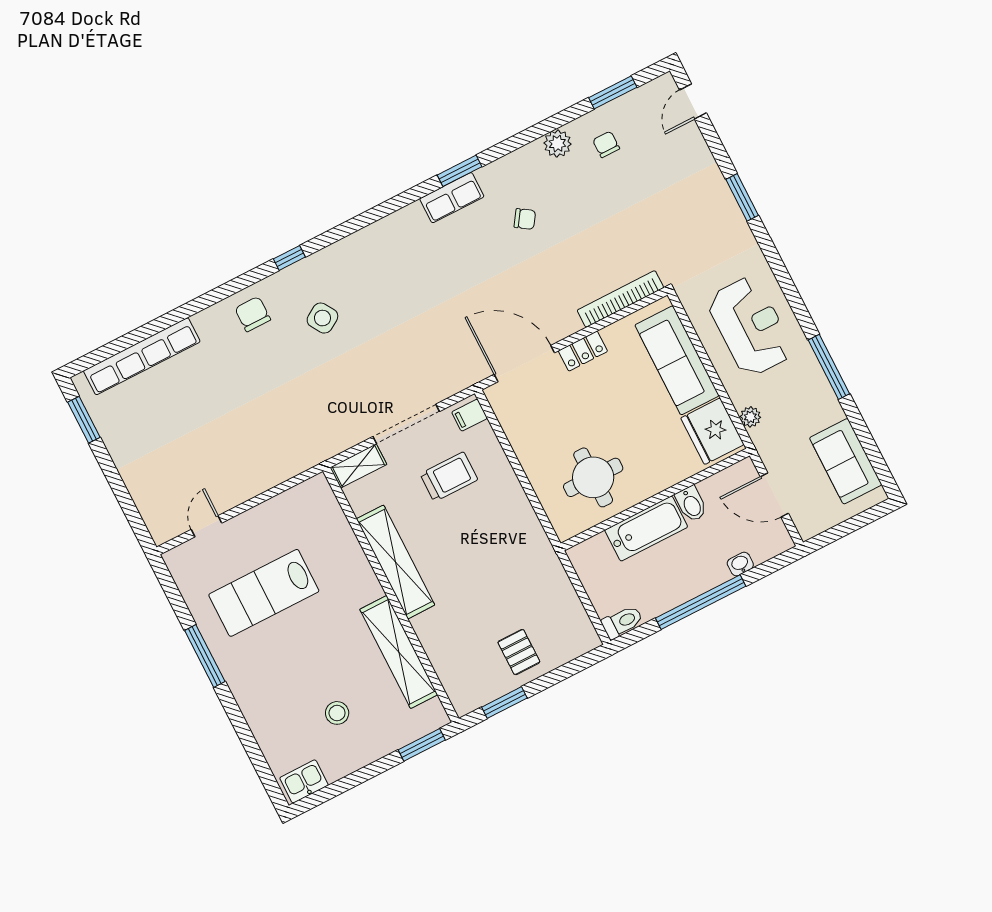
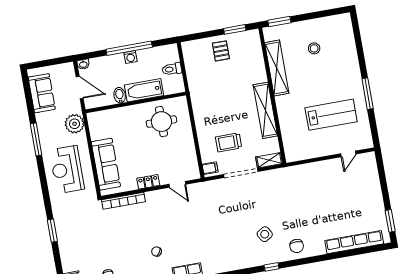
door: (524, 364) -> (177, 184), width x0.53
plant: (750, 417) -> (75, 124), width x1.88, depth x1.88
fridge: (712, 431) -> (99, 126), removed
washbasin: (740, 564) -> (83, 64), moved
washing machine: (693, 586) -> (130, 57), added
toilet: (622, 622) -> (172, 69), moved
kitchen sink: (304, 781) -> (339, 21), removed

